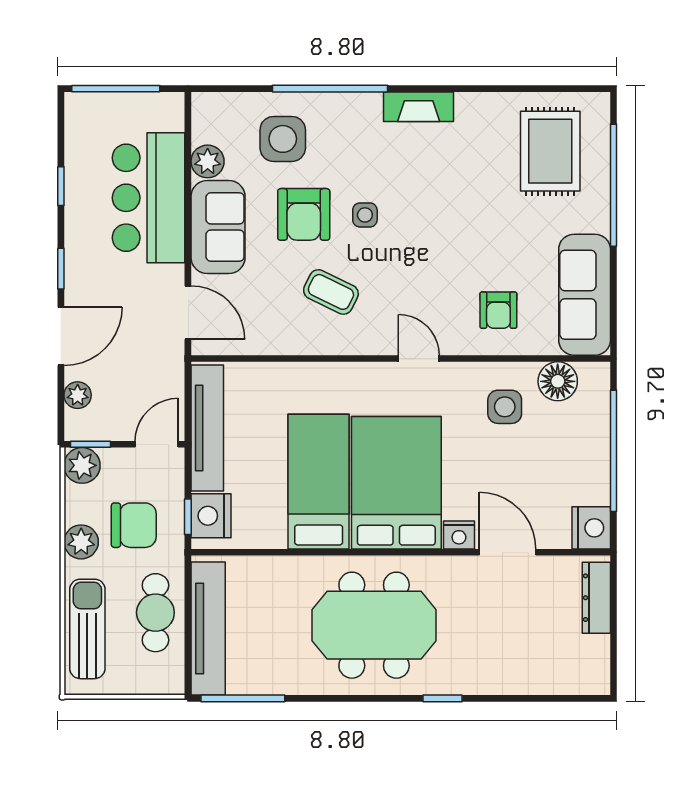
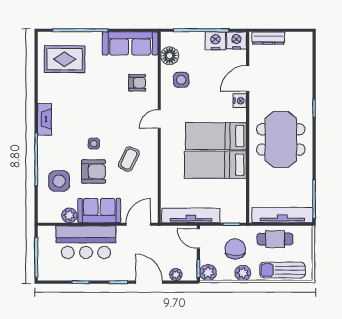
bed: (396, 483) -> (216, 136), width x0.67
nightstand: (211, 516) -> (215, 41), moved, turned 180

